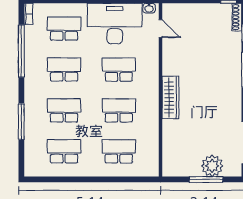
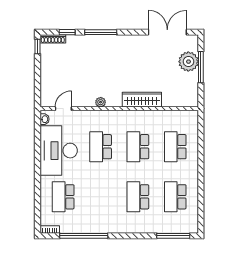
plant: (168, 69) -> (101, 102), added
school desk: (64, 70) -> (101, 197), removed
wardrobe: (170, 97) -> (142, 100), moved
window: (21, 122) -> (173, 236), moved

